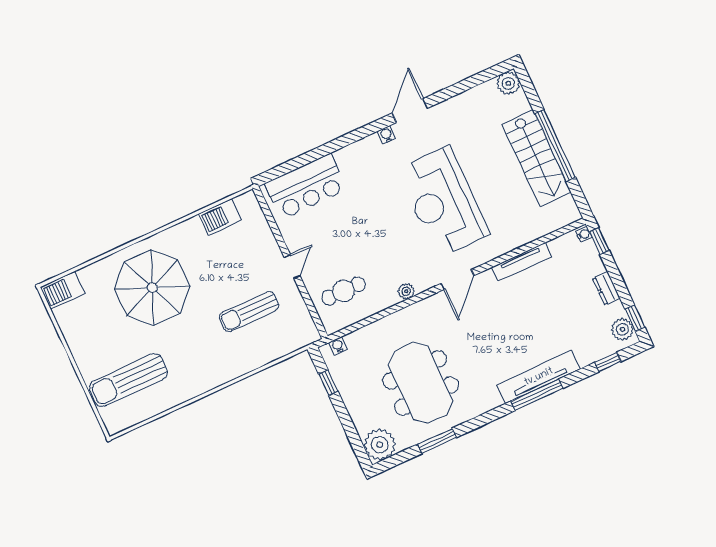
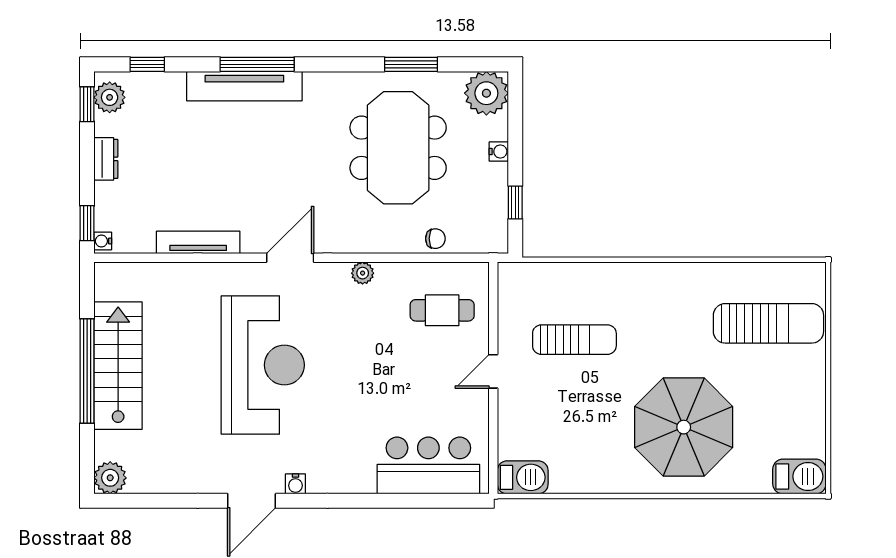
barbecue: (220, 217) -> (523, 477), moved
chair: (369, 335) -> (435, 239), added
water cooler: (338, 346) -> (499, 152), moved, turned -90

